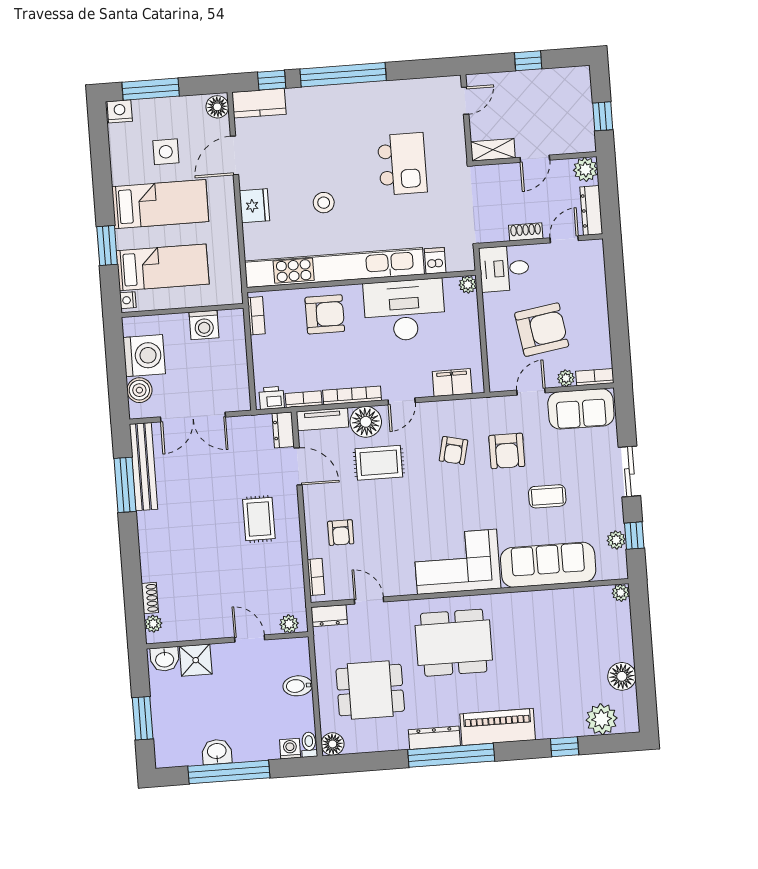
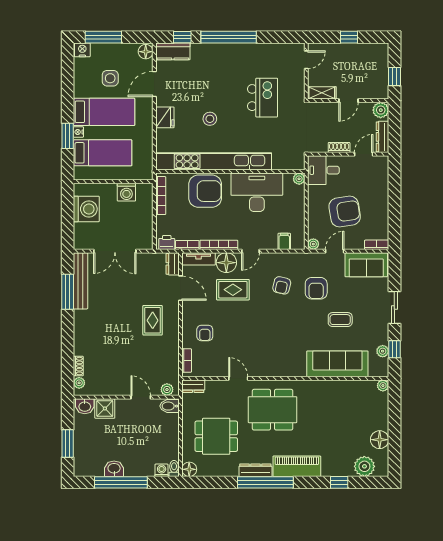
dishwasher: (435, 261) -> (279, 162), removed
nightstand: (128, 300) -> (78, 132), moved
armchair: (325, 314) -> (205, 191), width x1.36, depth x1.36
bookcase: (256, 316) -> (161, 196), width x1.56
plant: (566, 378) -> (313, 244), moved
filing cabinet: (452, 383) -> (284, 241), width x0.50
boiler: (139, 390) -> (82, 231), removed
corner sofa: (457, 562) -> (279, 358), removed
door: (369, 601) -> (238, 378), moved
bidet: (298, 686) -> (169, 406), moved

